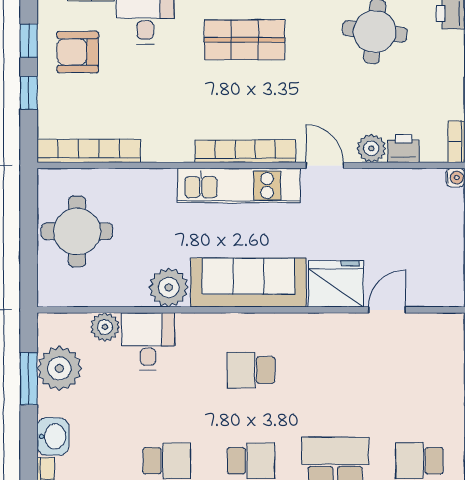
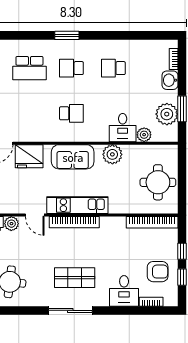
sofa: (248, 283) -> (73, 157), width x0.73

